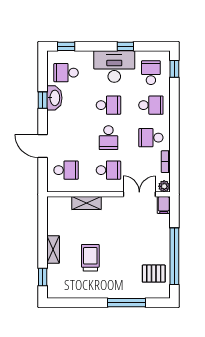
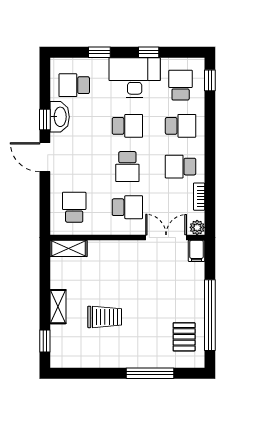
window: (66, 46) -> (99, 52), moved
door: (43, 146) -> (45, 157), moved
school desk: (66, 170) -> (74, 207), turned -90
shelving: (86, 203) -> (69, 248), moved
trolley: (90, 258) -> (105, 317), turned 90
pallet: (154, 274) -> (184, 337), turned 90

